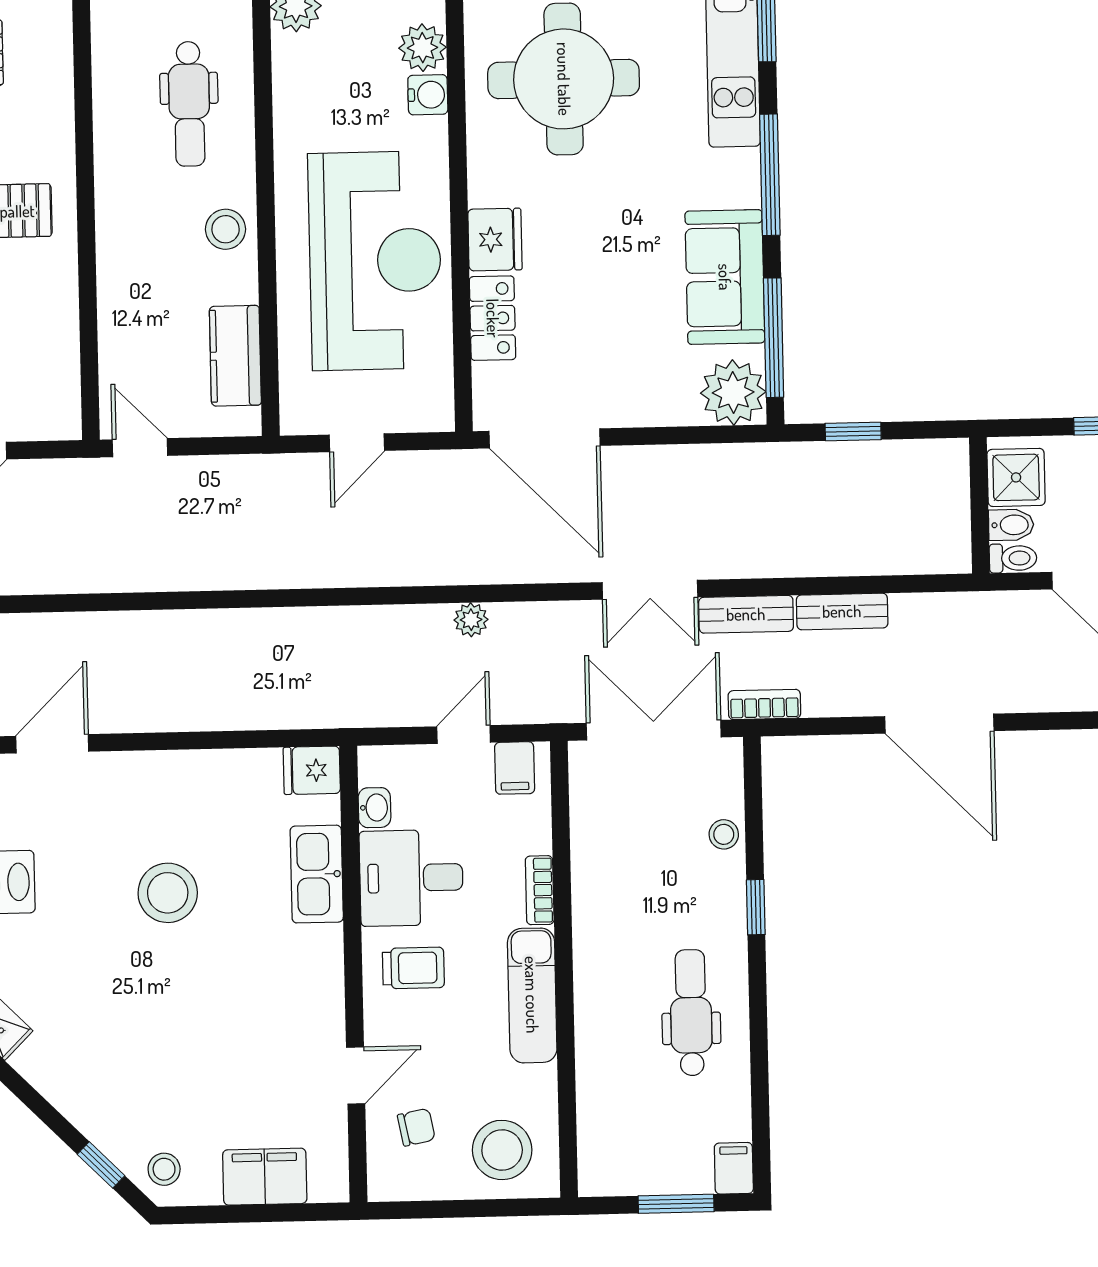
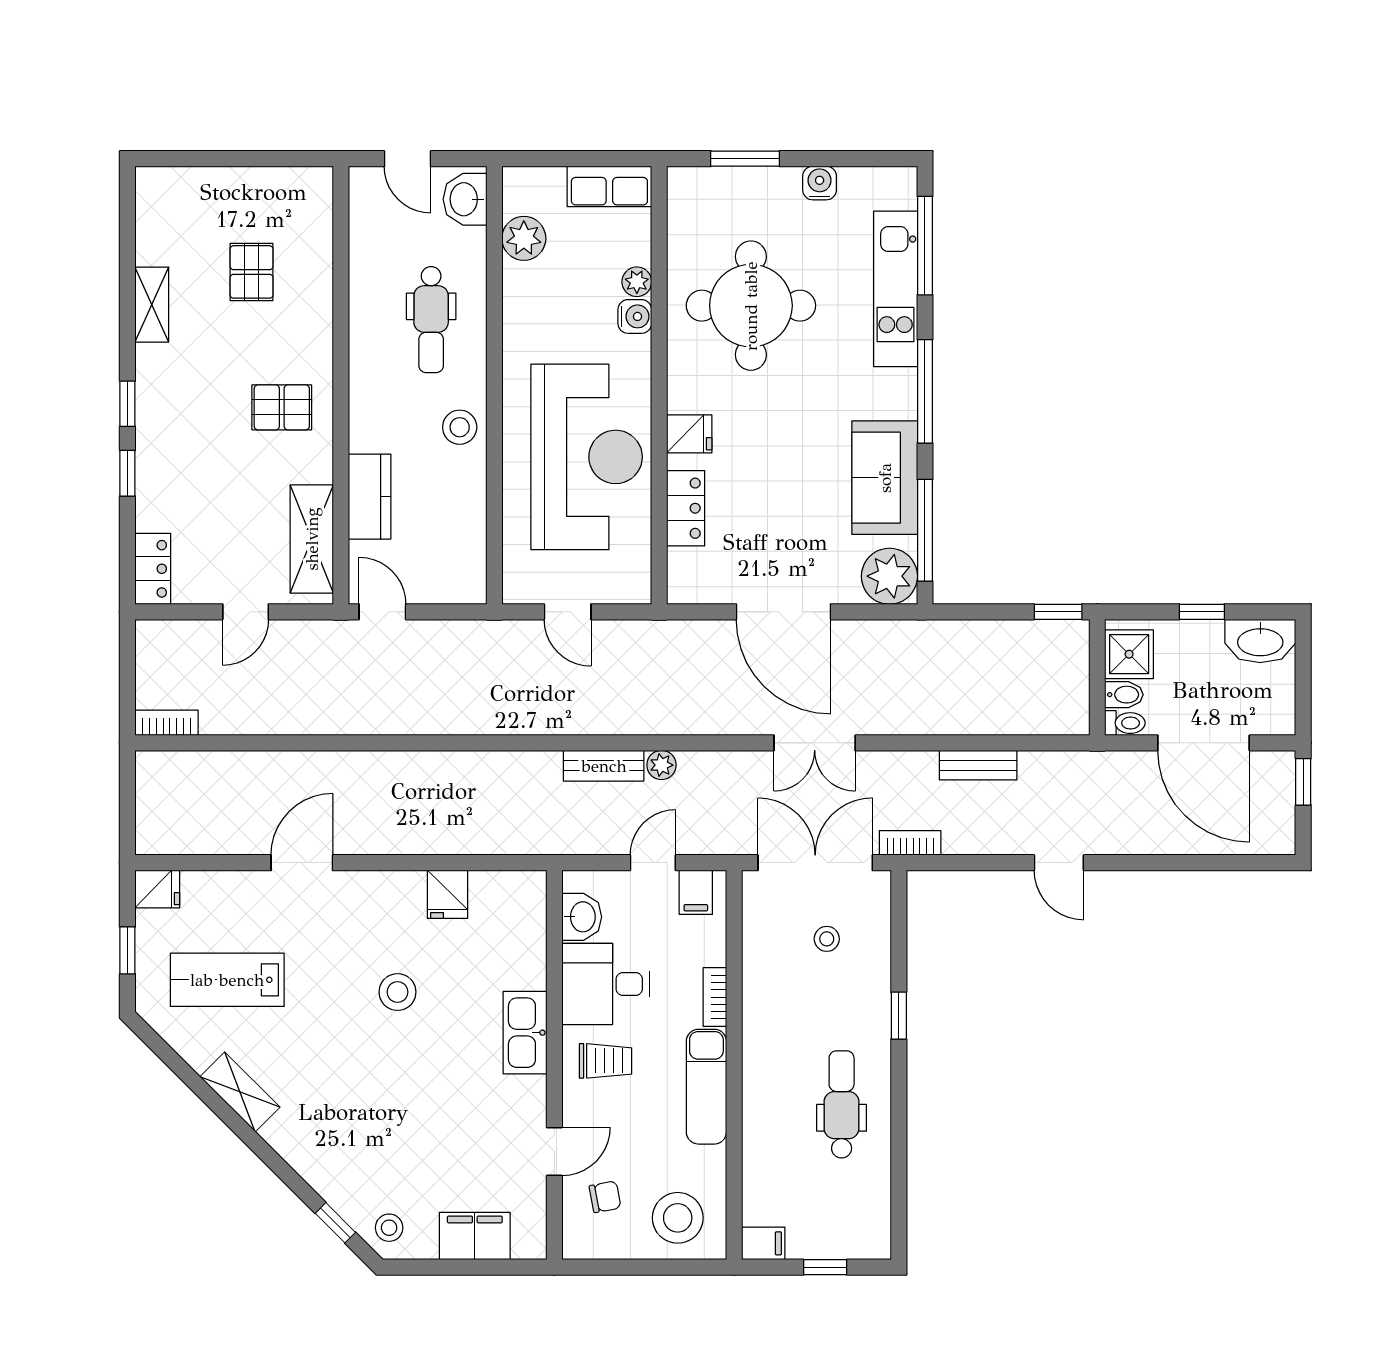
plant: (423, 48) -> (637, 282), width x0.73, depth x0.73
fridge: (495, 240) -> (689, 434), width x0.72
kitchen counter: (235, 356) -> (370, 497), moved, turned 180
shelving: (55, 364) -> (312, 539), added
window: (853, 431) -> (1058, 612), moved
door: (545, 438) -> (784, 612), moved
door: (357, 443) -> (568, 612), hinge flipped
bench: (746, 614) -> (604, 766), moved
door: (939, 724) -> (1059, 863), width x0.53
fridge: (312, 770) -> (447, 894), moved, turned -90
washbasin: (374, 808) -> (582, 917), width x1.38, depth x1.45
stool: (724, 834) -> (827, 939), moved
kitchen sink: (317, 874) -> (525, 1033), moved
stool: (168, 893) -> (398, 992), width x0.73, depth x0.73
filing cabinet: (734, 1168) -> (763, 1243), moved, turned 90
window: (676, 1204) -> (825, 1267), width x0.67

